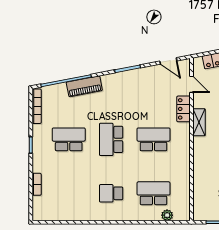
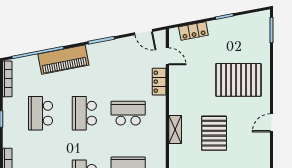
piano: (84, 86) -> (63, 60), width x1.37, depth x1.33
shelving: (199, 122) -> (175, 129), moved
school desk: (69, 139) -> (40, 113), turned -90

